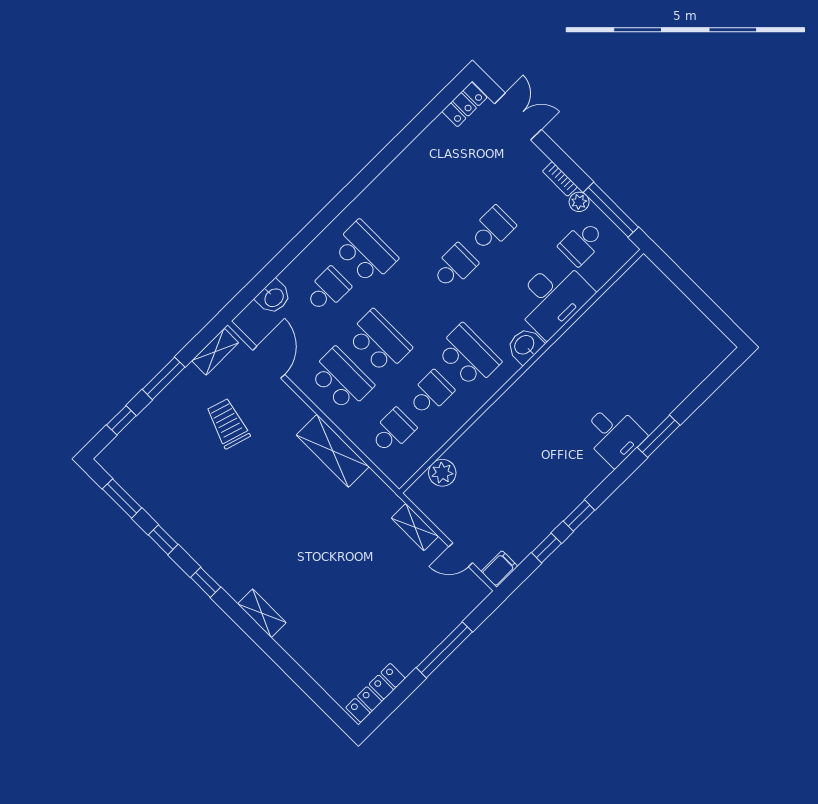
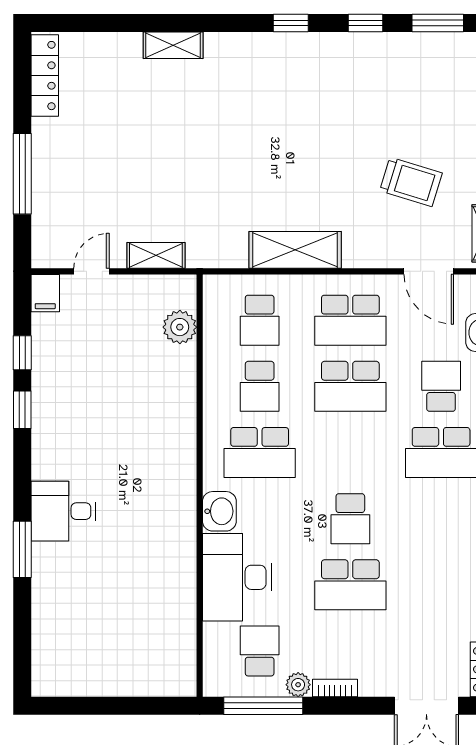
school desk: (492, 229) -> (350, 585), width x1.85
school desk: (327, 290) -> (441, 386), turned 180
shelving: (262, 613) -> (173, 45), moved

